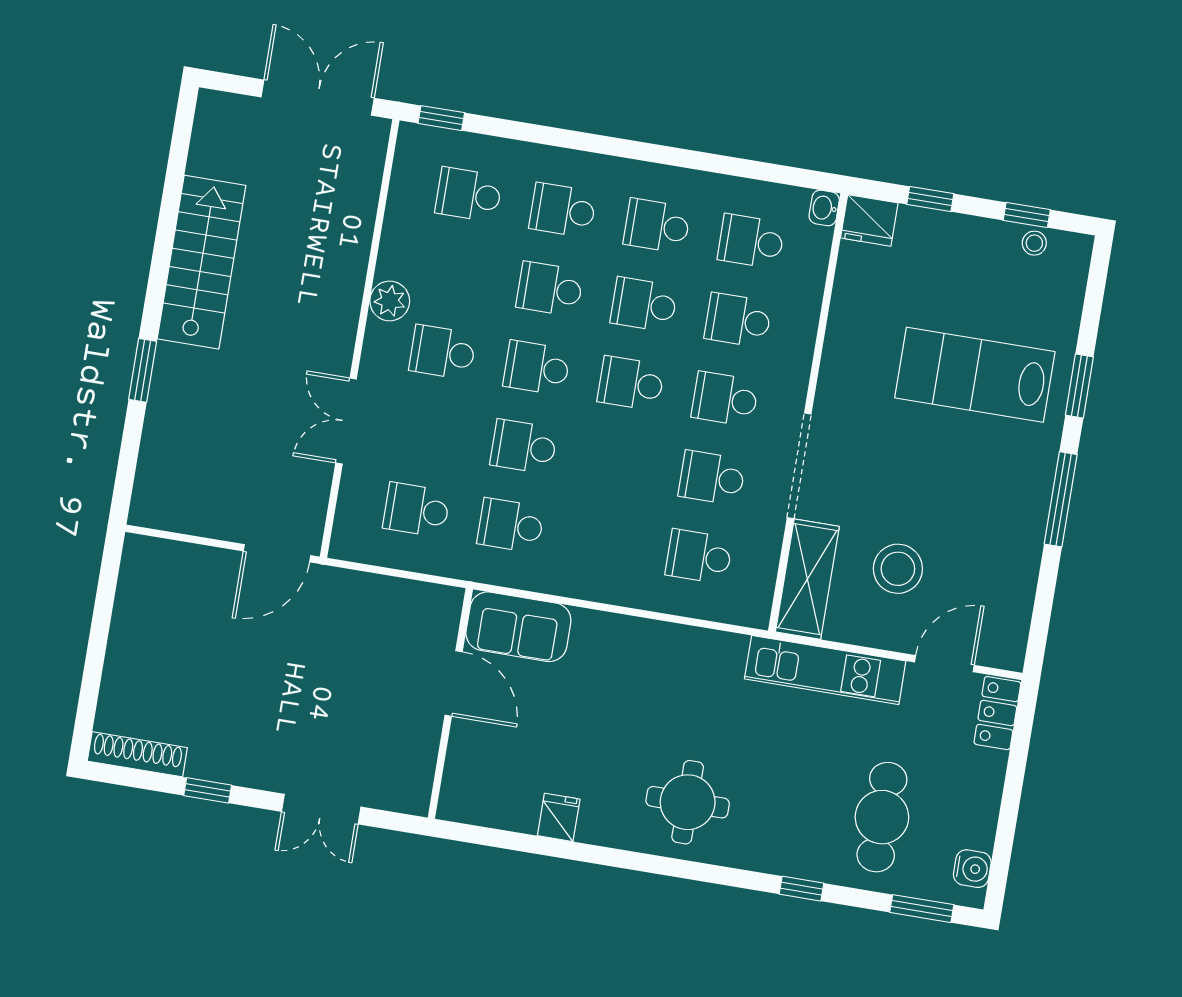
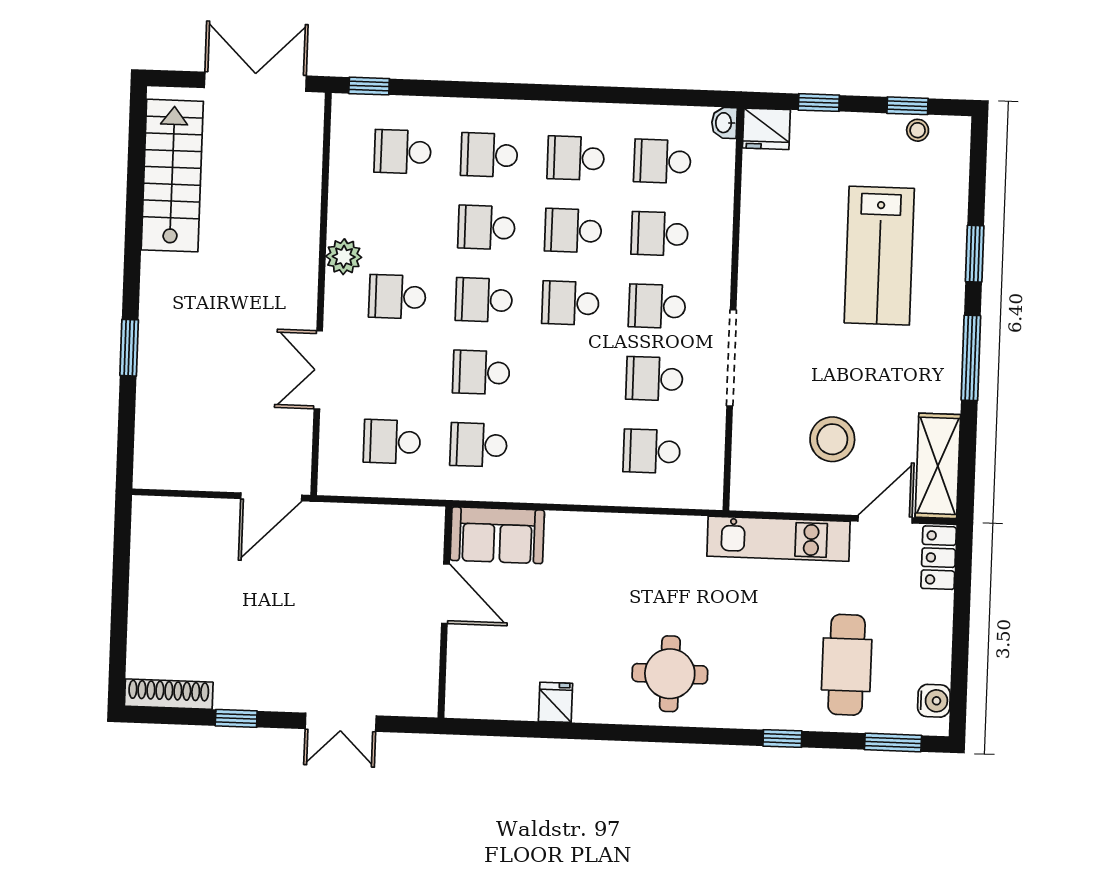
stairs: (201, 262) -> (172, 176), moved
lab bench: (975, 375) -> (879, 256), turned -90
shelving: (807, 579) -> (938, 466), moved

